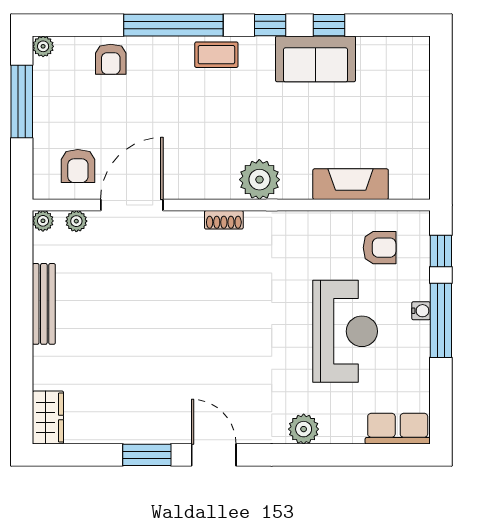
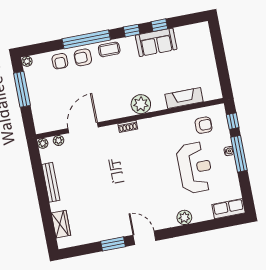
armchair: (78, 166) -> (83, 57), moved, turned 90
wardrobe: (48, 418) -> (61, 224), moved

